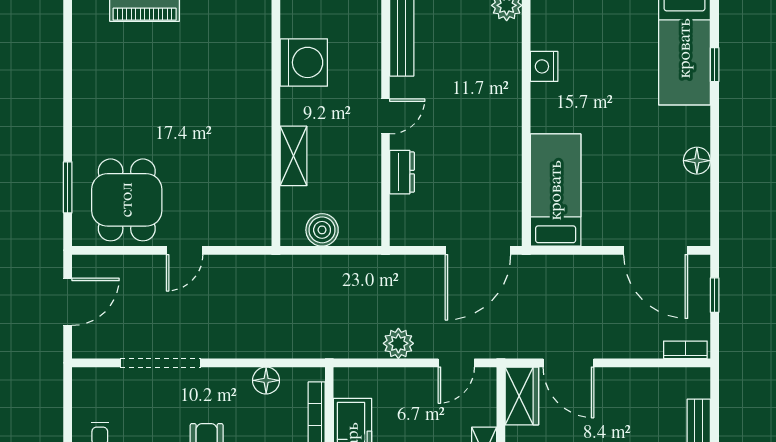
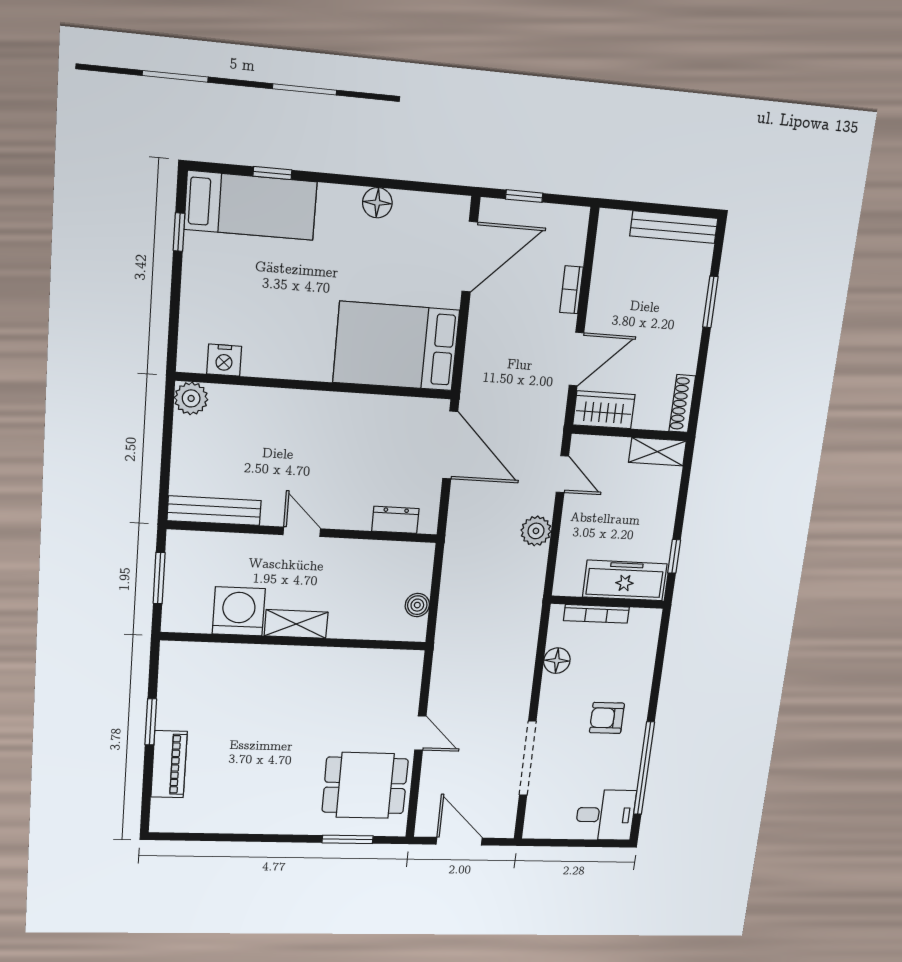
nightstand: (544, 66) -> (224, 360), moved
shelving: (293, 156) -> (296, 624), moved
dresser: (402, 172) -> (395, 520), moved
bed: (556, 190) -> (396, 346), width x1.50
boiler: (322, 230) -> (417, 605), width x0.73, depth x0.73
bookcase: (685, 350) -> (571, 290), moved

